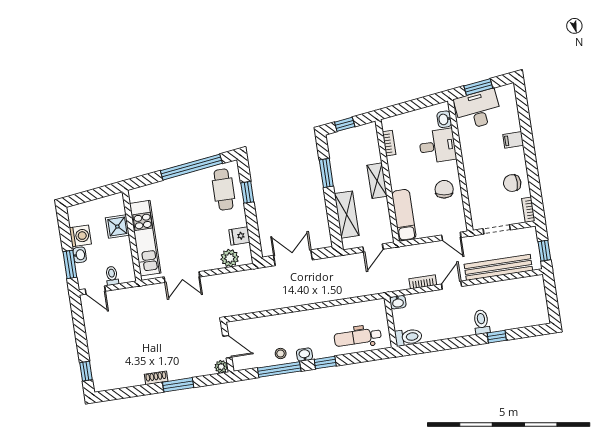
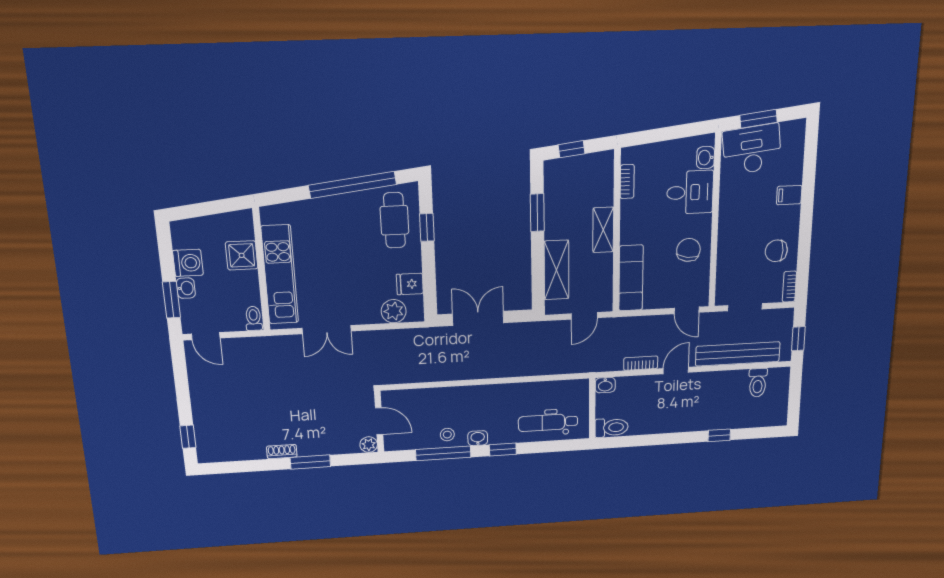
toilet: (112, 276) -> (253, 318), moved
toilet: (481, 322) -> (758, 383), moved, turned 180

